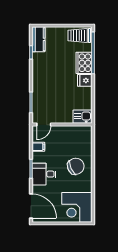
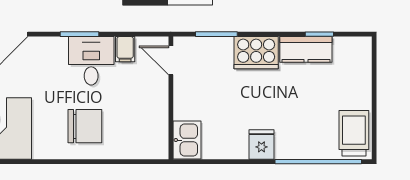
kitchen counter: (38, 39) -> (306, 49), moved
cooker: (84, 63) -> (256, 53), moved, turned 180
chair: (76, 166) -> (85, 126), turned -66
desk: (44, 174) -> (91, 61), moved

